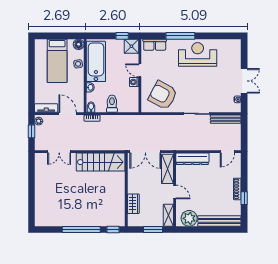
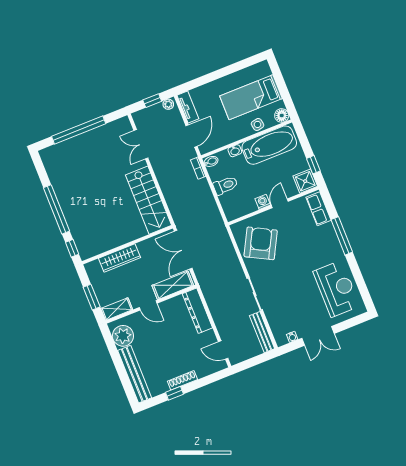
reception desk: (198, 54) -> (336, 289), moved
window: (32, 192) -> (79, 130), added
door: (175, 192) -> (148, 305), hinge flipped
wardrobe: (133, 204) -> (119, 258), width x1.50

